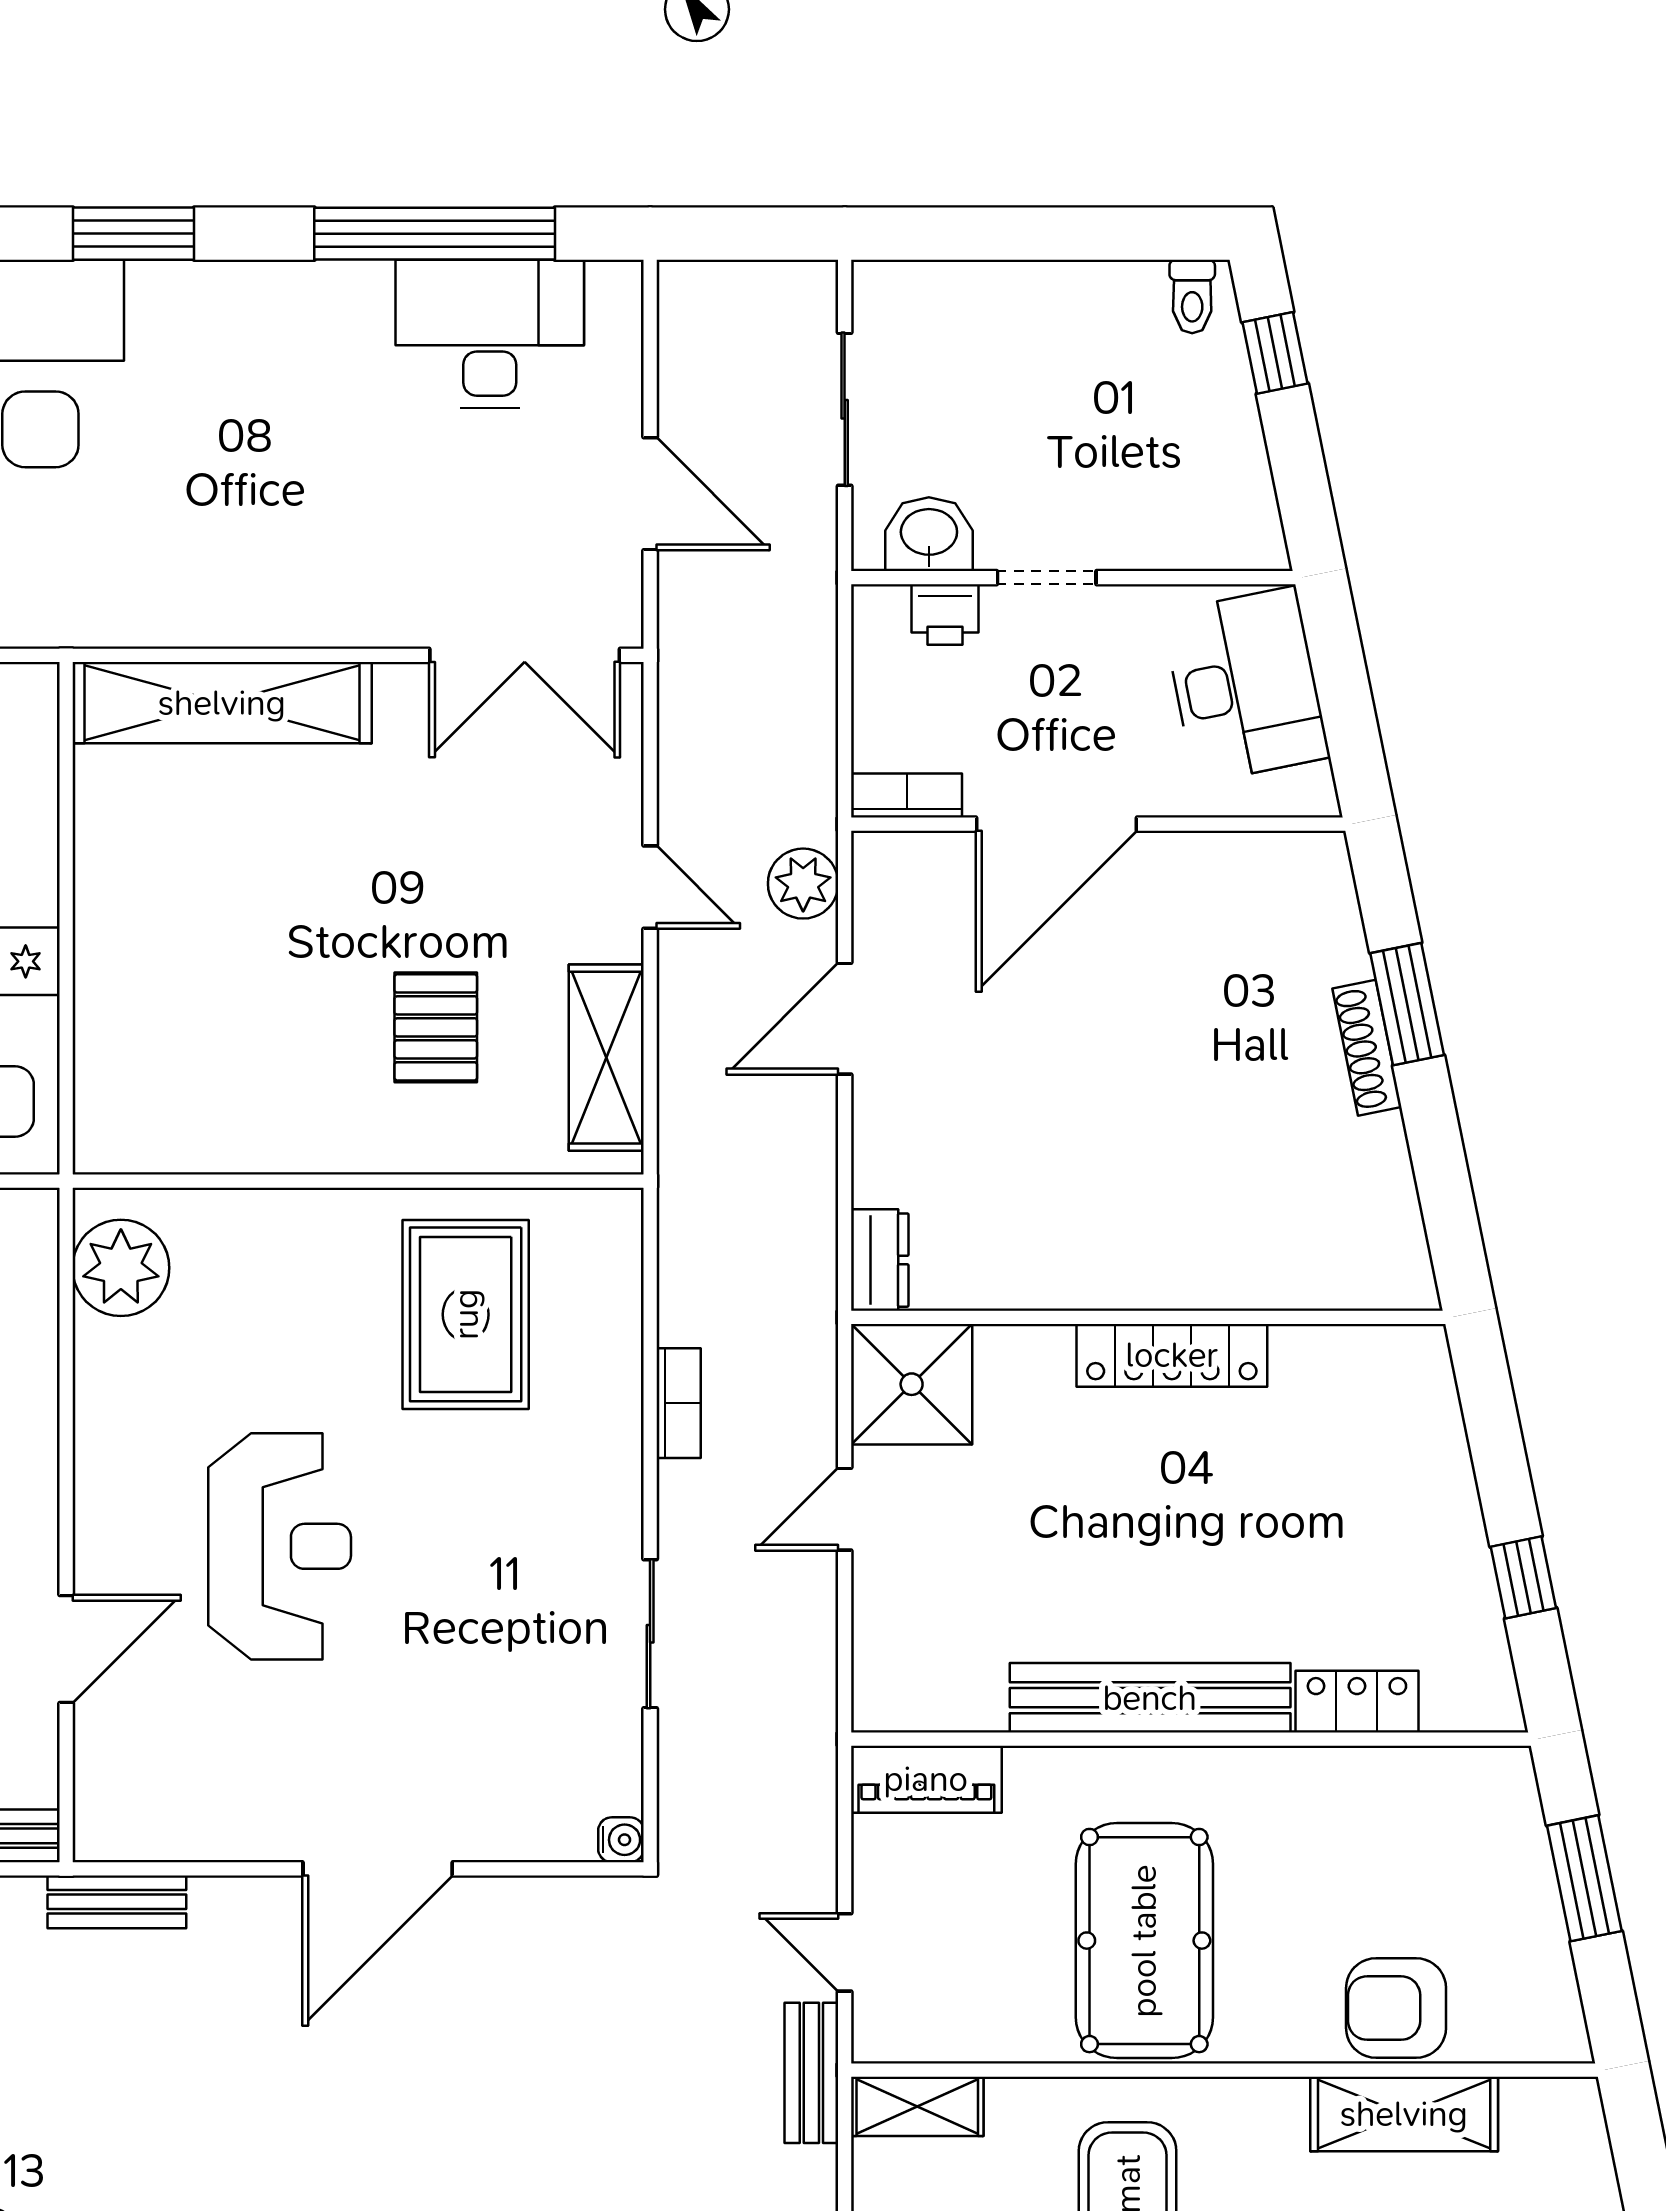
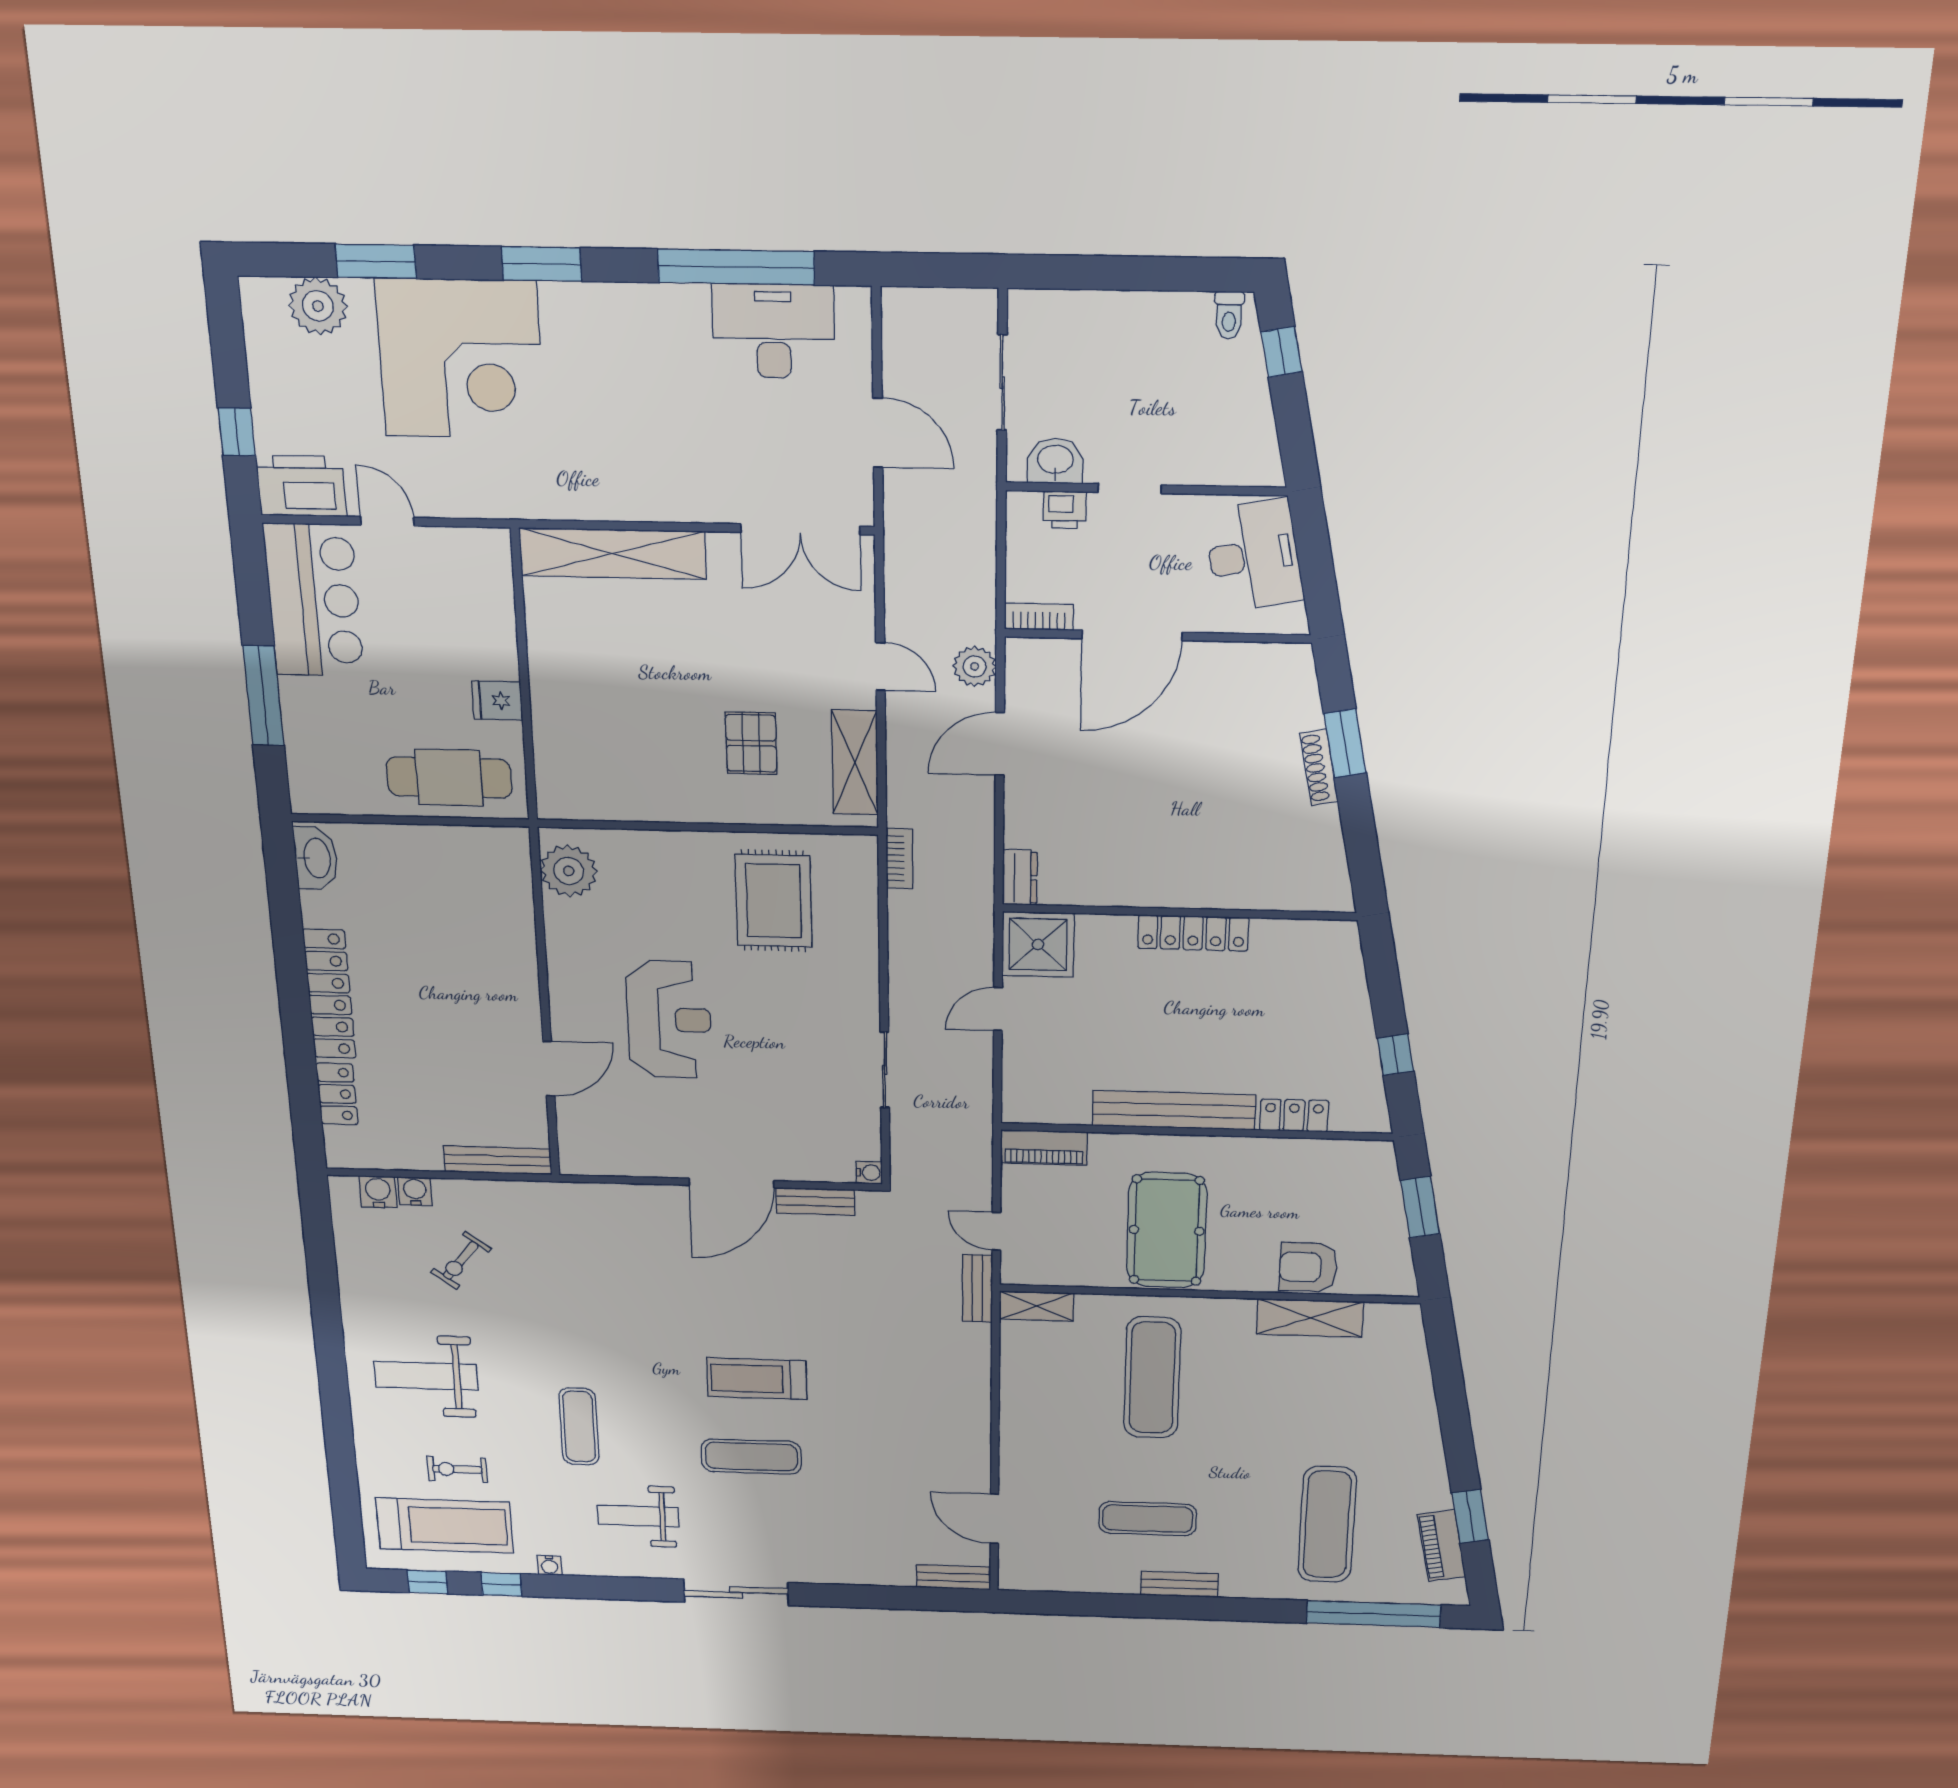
bookcase: (679, 1403) -> (899, 858), moved
bench: (117, 1902) -> (815, 1201), moved

